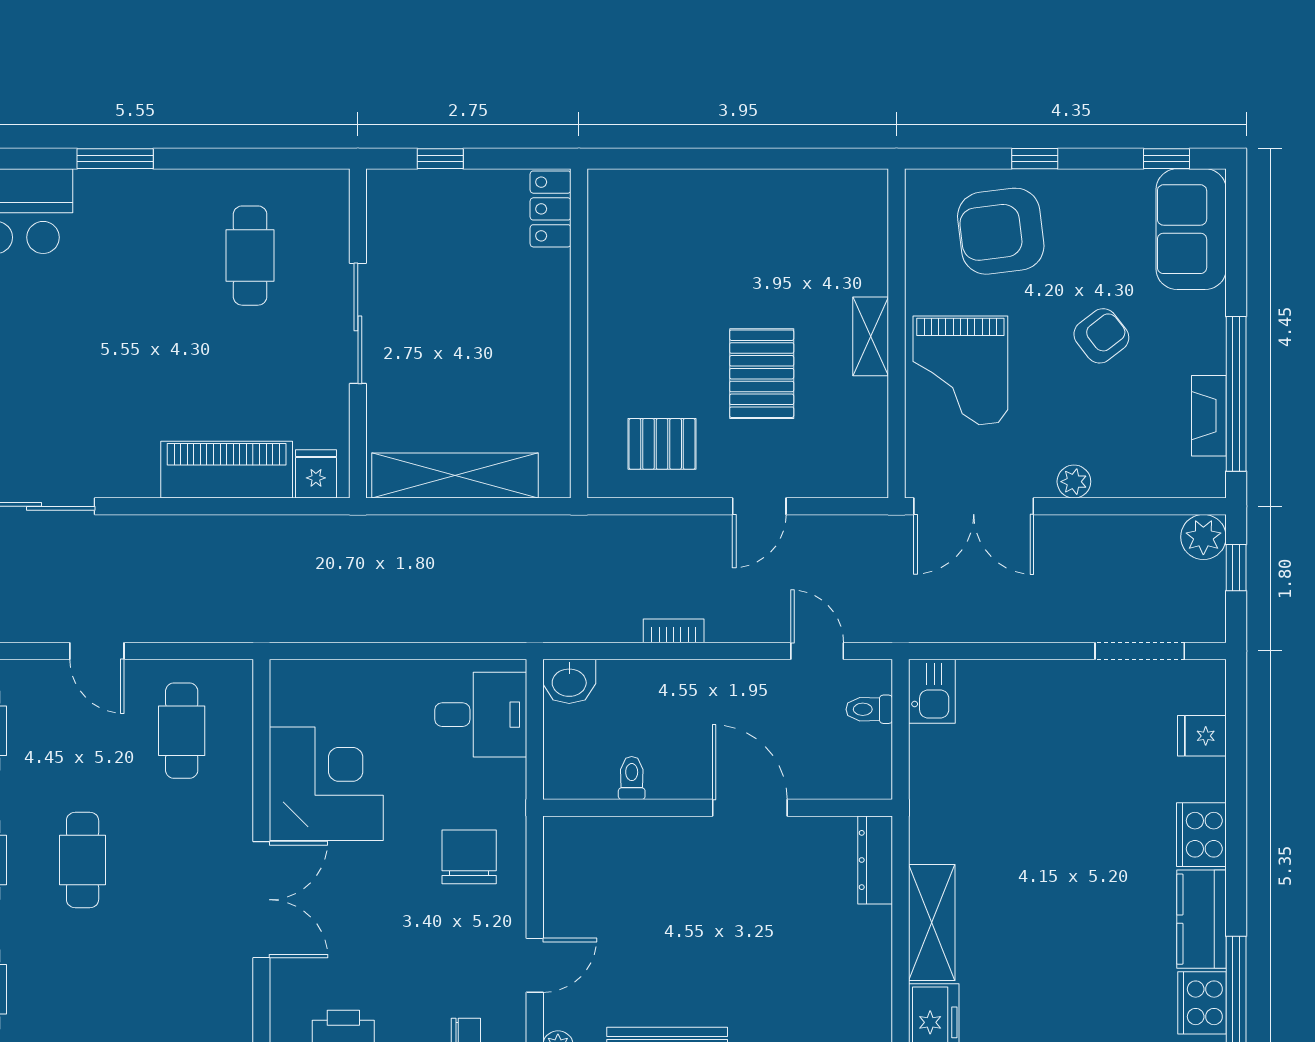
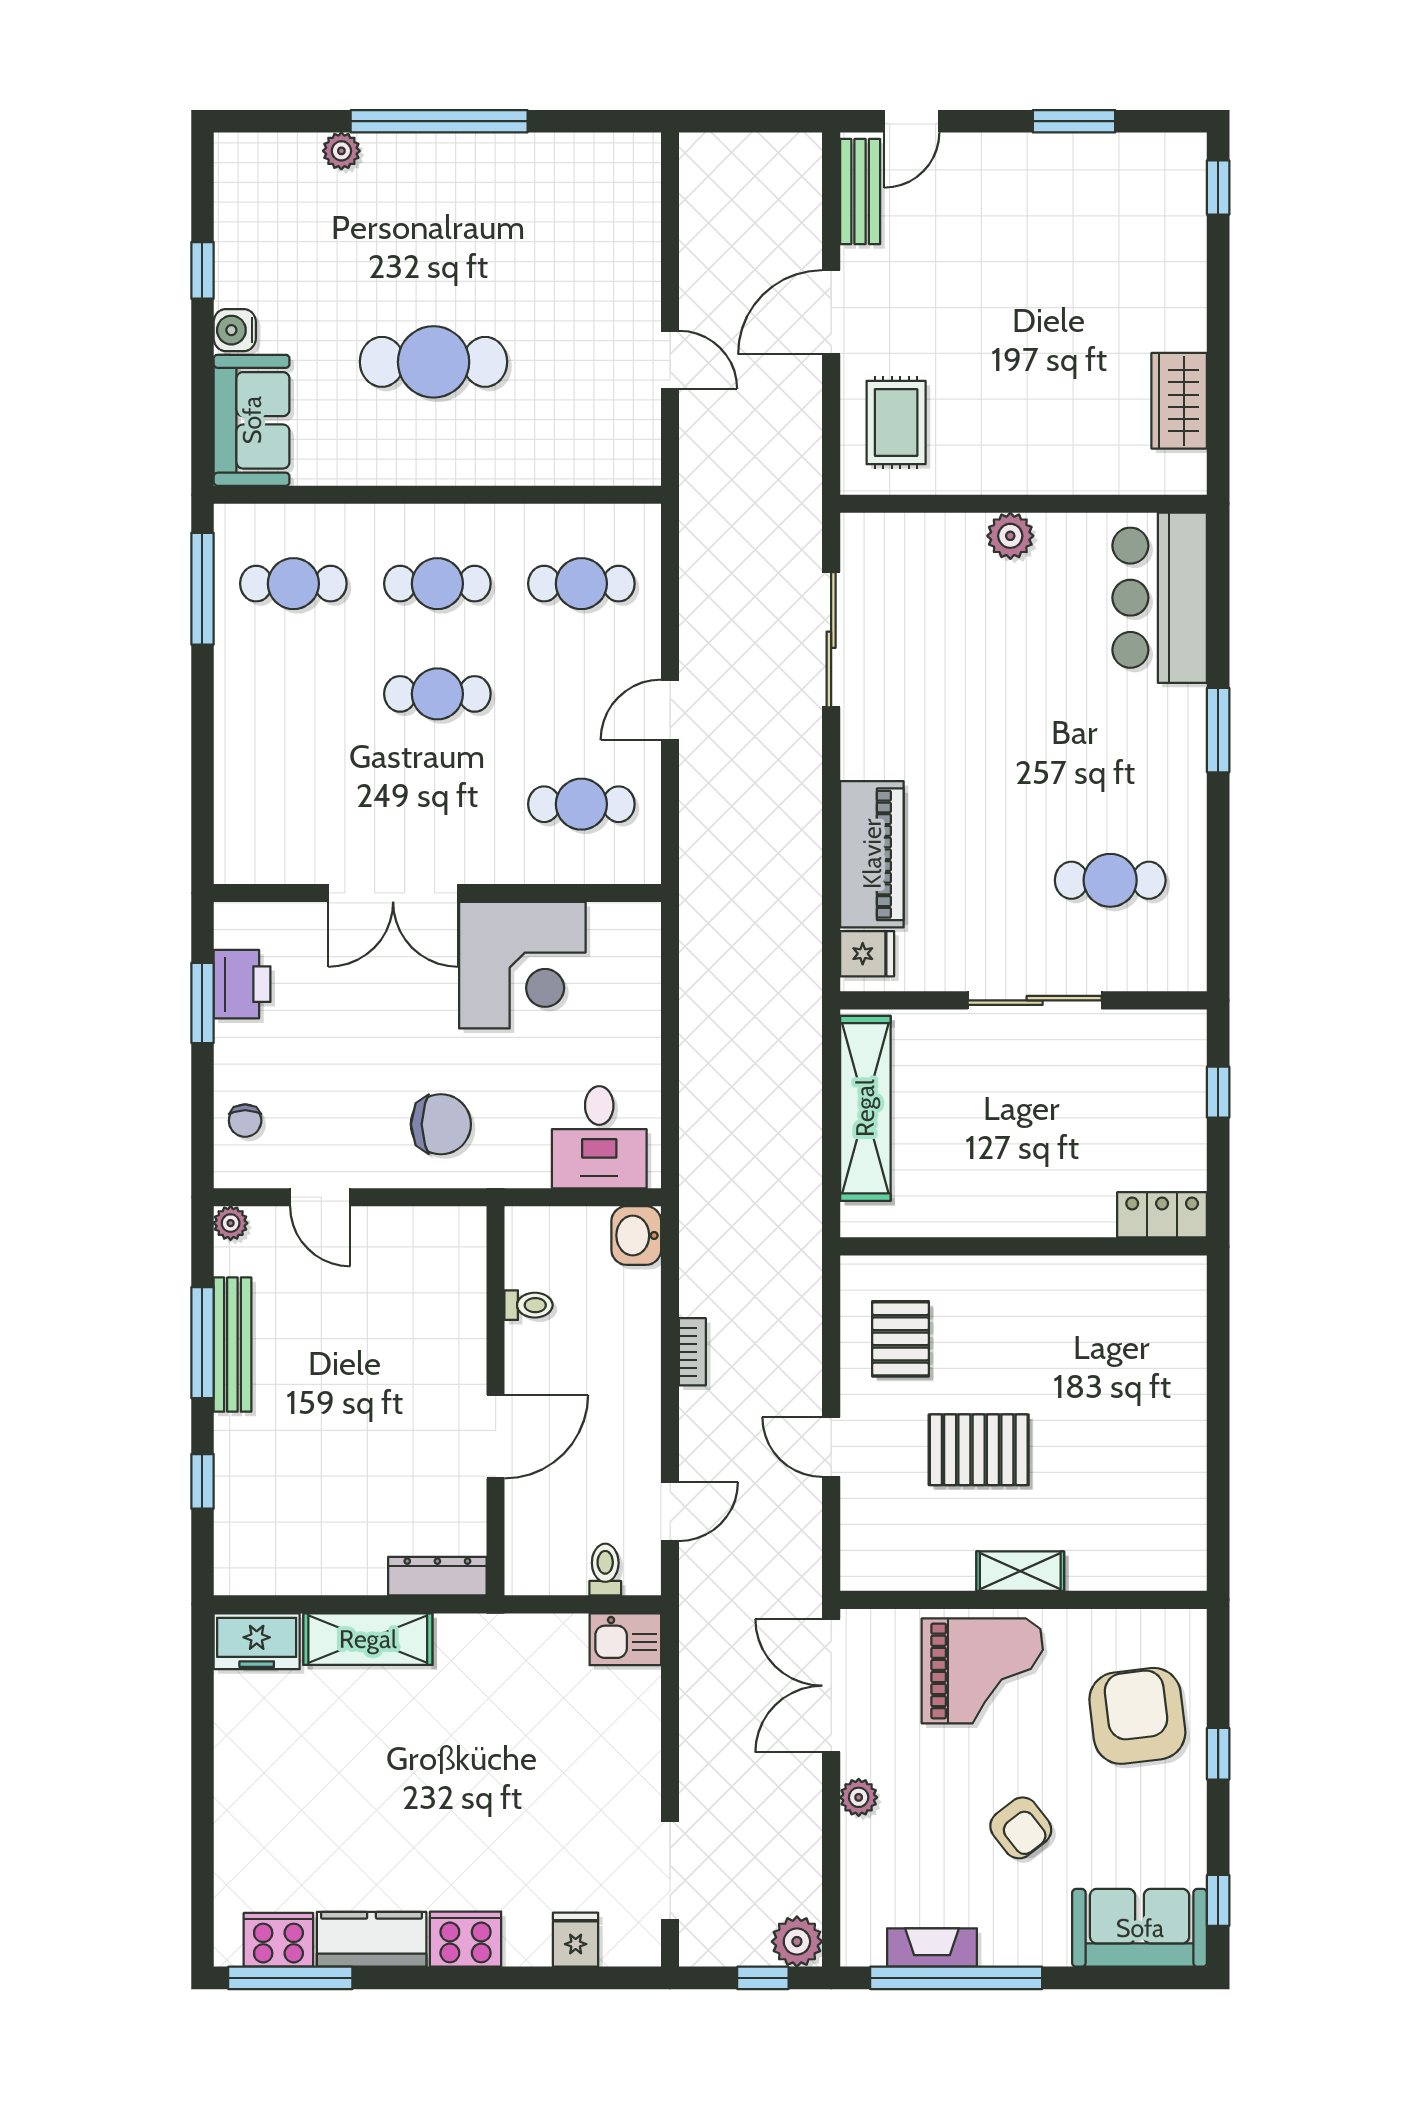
grand piano: (960, 370) -> (982, 1671), turned 180

